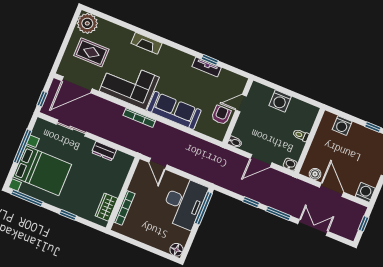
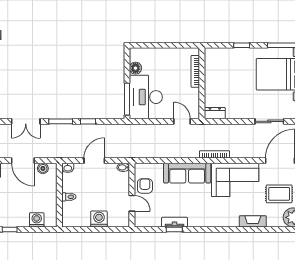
fireplace: (147, 43) -> (253, 221), moved
door: (241, 103) -> (132, 203), hinge flipped
armchair: (221, 115) -> (145, 186), turned 180
dresser: (104, 151) -> (215, 113), moved
wardrobe: (106, 207) -> (211, 66), removed
floor lamp: (176, 250) -> (135, 68), moved

